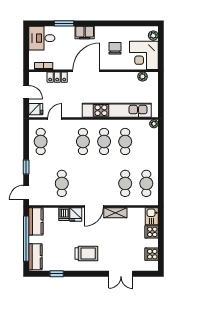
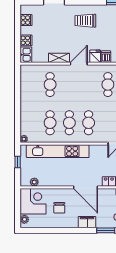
door: (86, 71) -> (85, 187), hinge flipped
window: (161, 99) -> (18, 162), added
cafe table: (146, 183) -> (31, 85), removed

